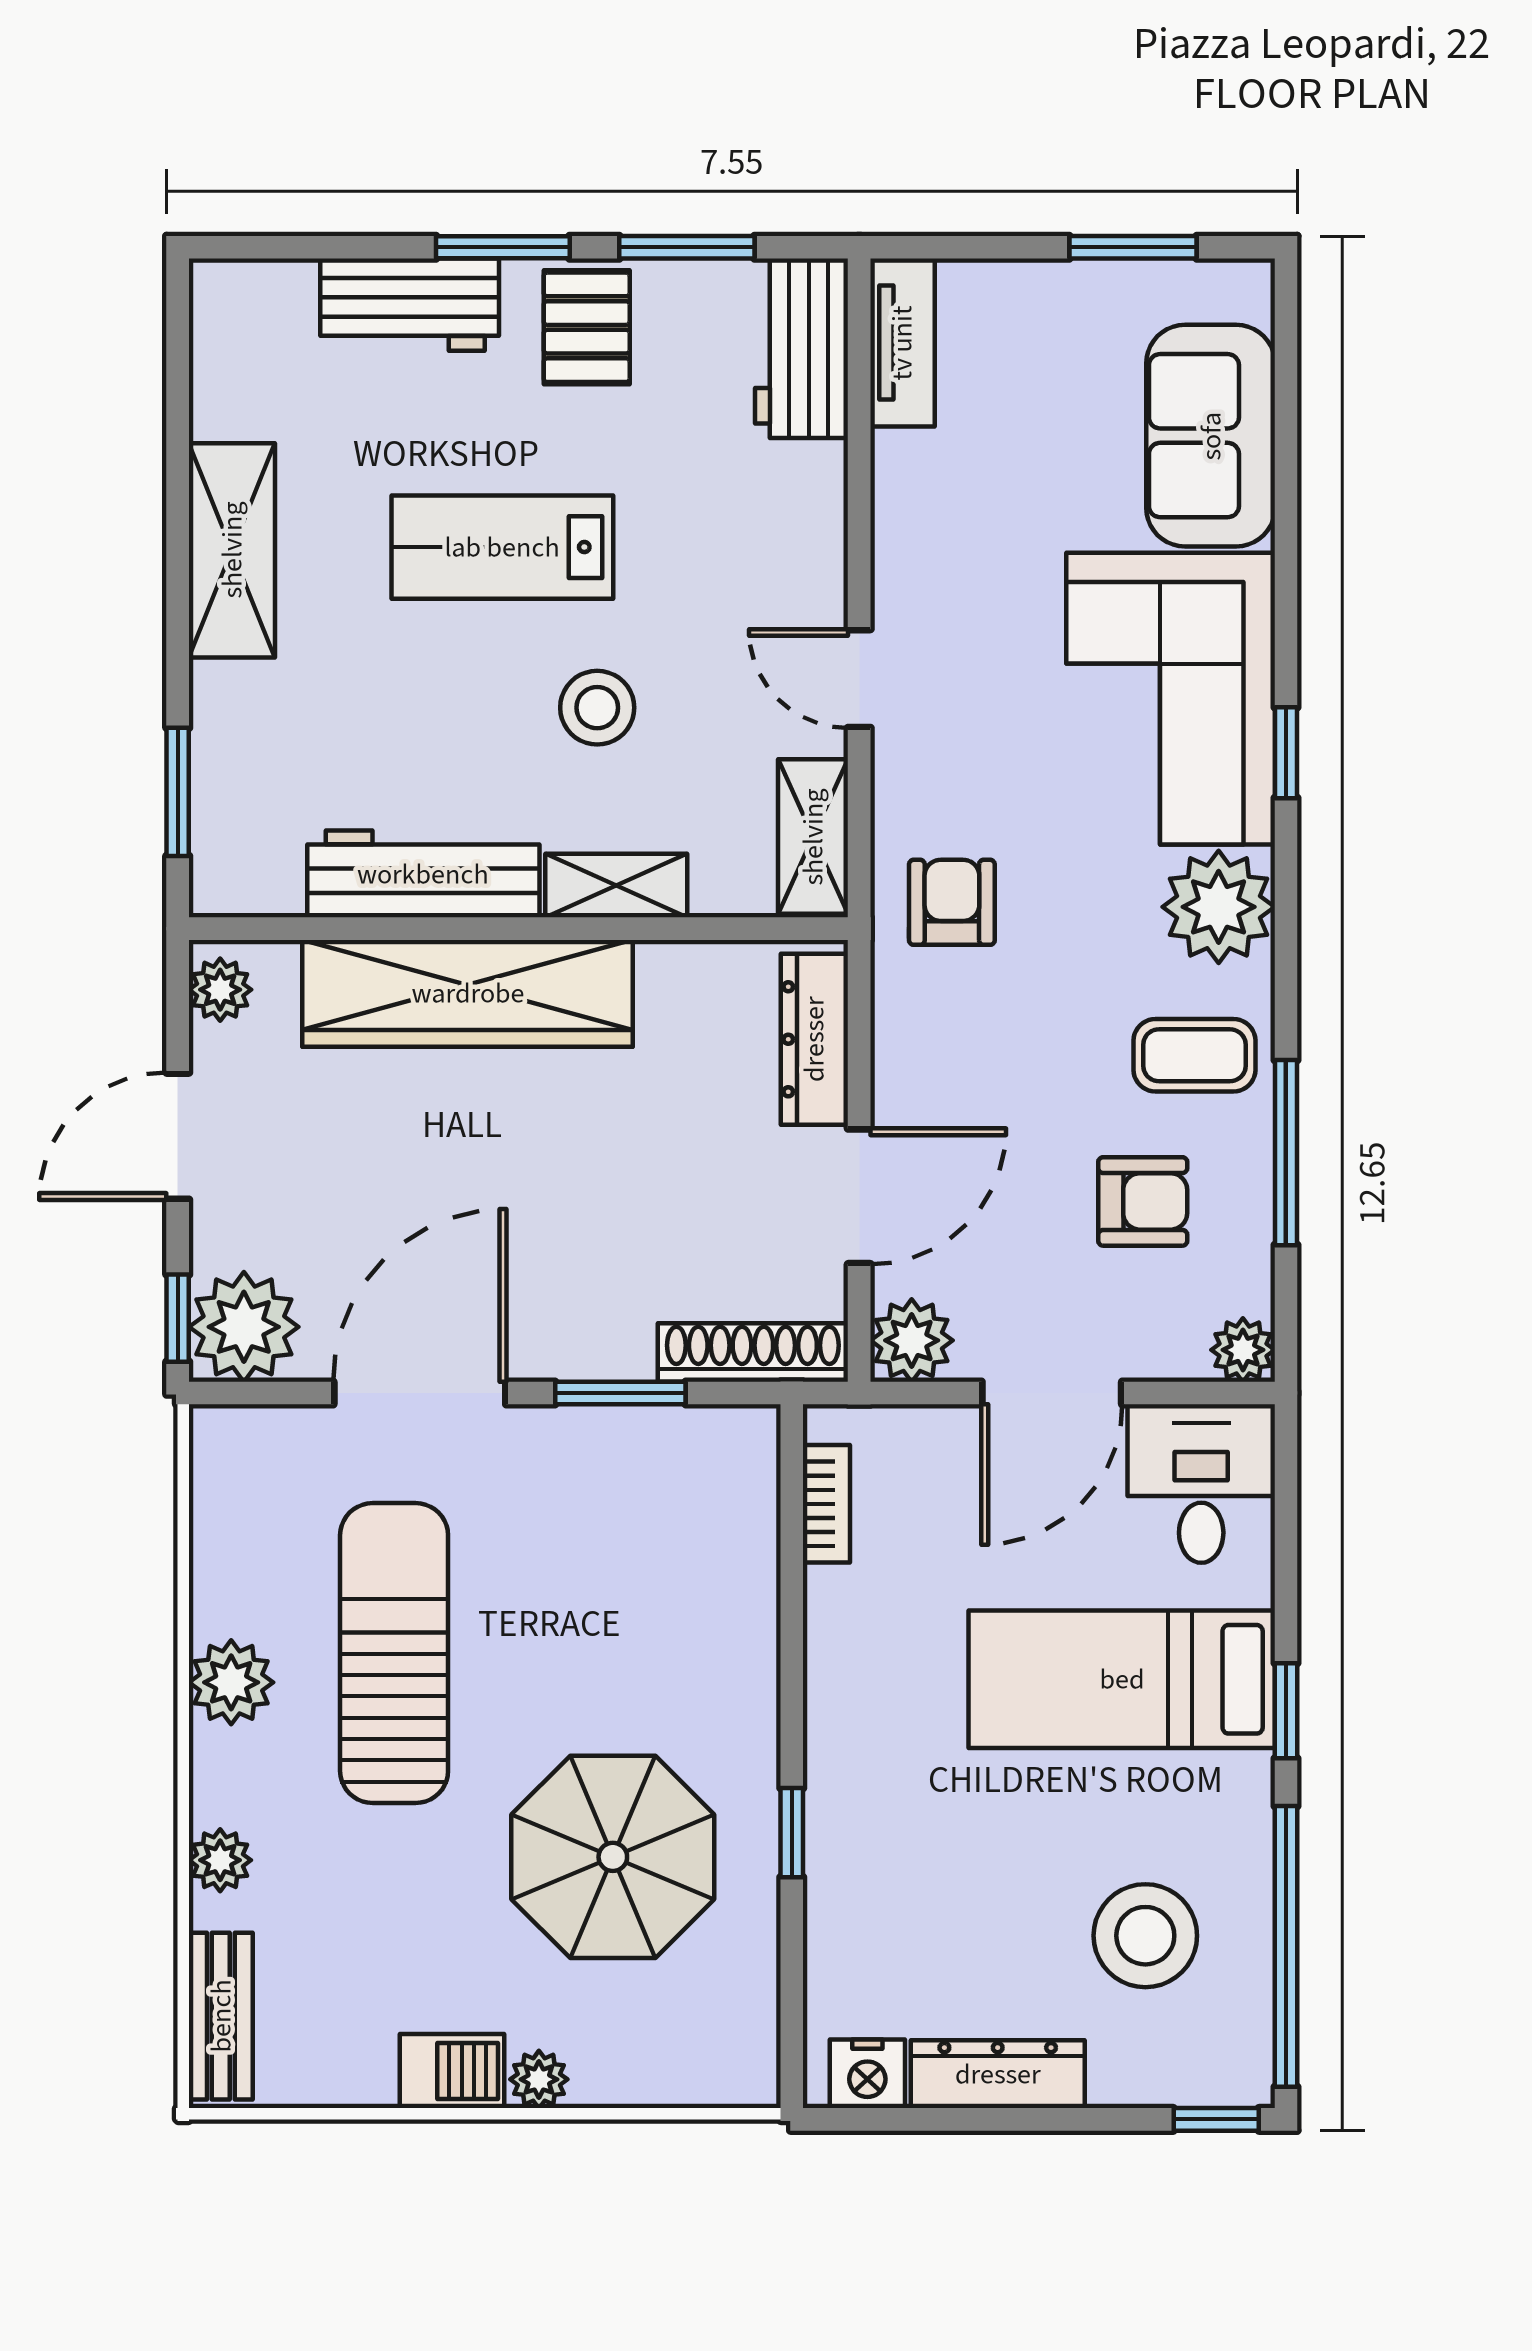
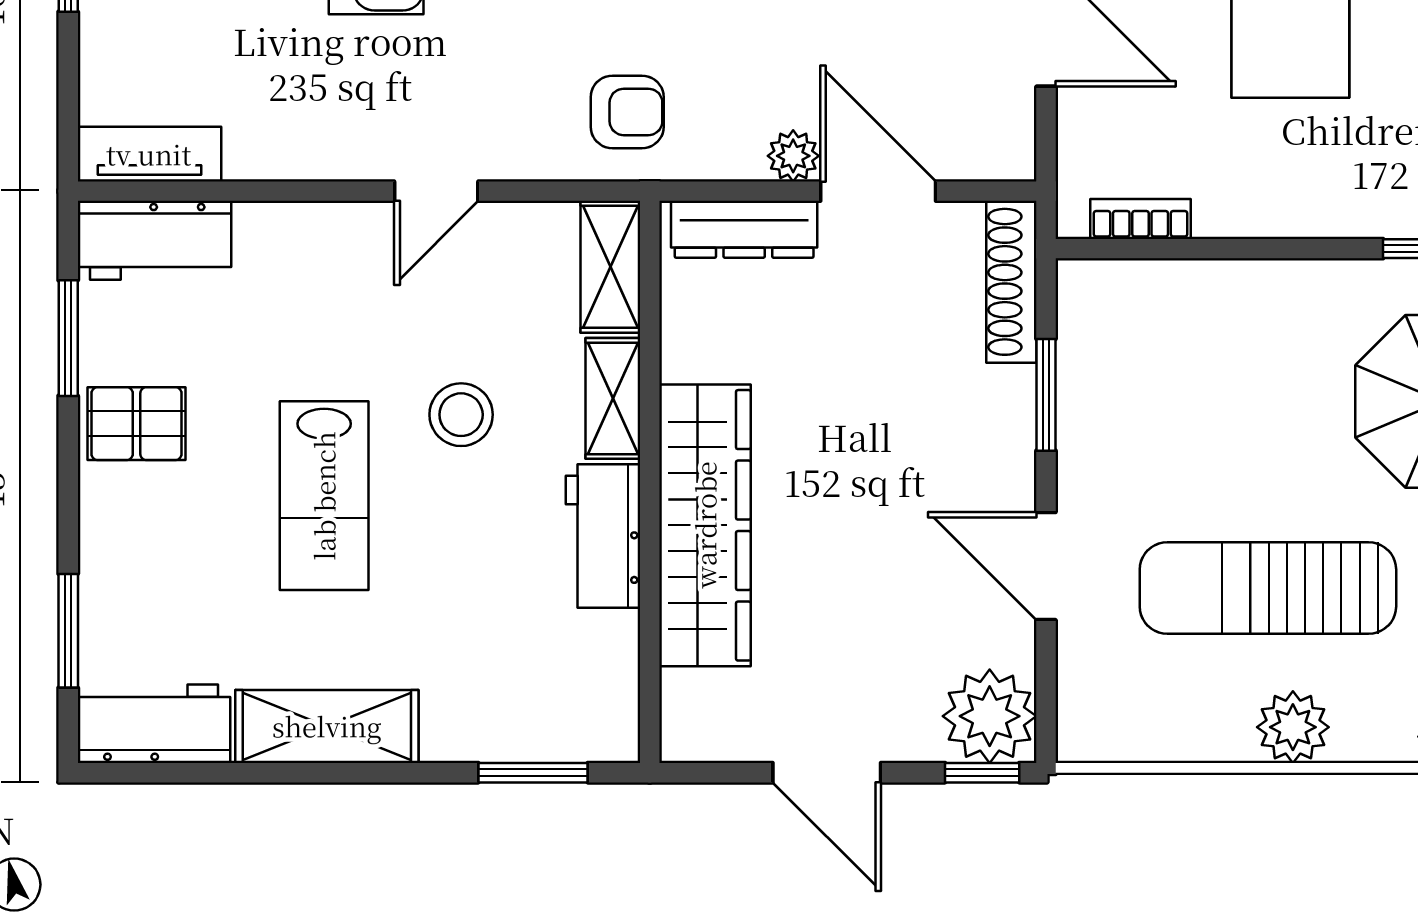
window: (503, 247) -> (68, 631), moved
workbench: (410, 305) -> (154, 724), moved, turned -90
shelving: (813, 837) -> (610, 267), moved, turned 90
workbench: (423, 874) -> (603, 536), width x0.73
armchair: (952, 902) -> (627, 112), turned 180
plant: (220, 990) -> (702, 736), removed
plant: (912, 1340) -> (793, 156), moved, width x0.73, depth x0.73
door: (420, 1393) -> (1046, 566), width x0.73

